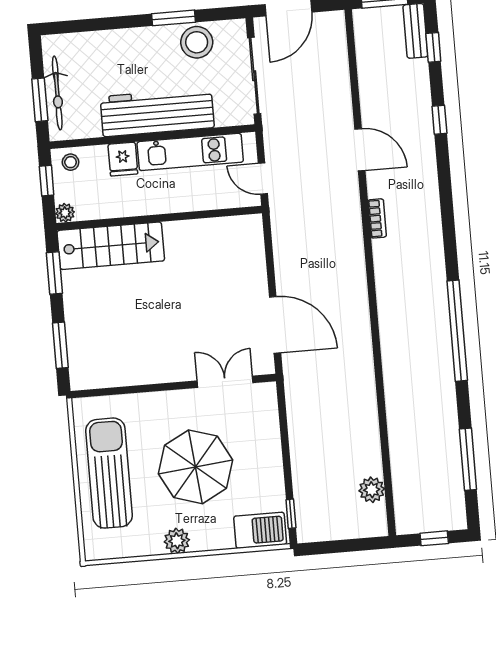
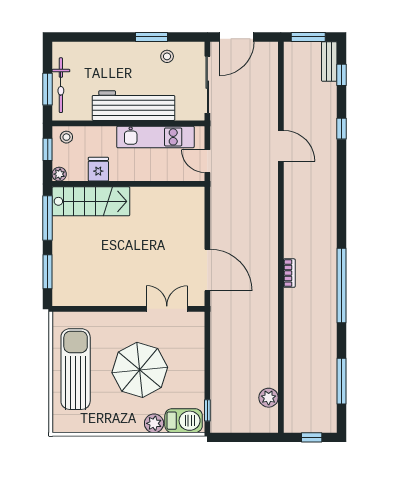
stool: (197, 42) -> (167, 56), width x0.53, depth x0.53
fridge: (123, 159) -> (98, 169), moved, turned 180
bookcase: (377, 218) -> (289, 273), moved
window: (54, 273) -> (48, 218), width x1.44
plant: (177, 541) -> (154, 423), moved

